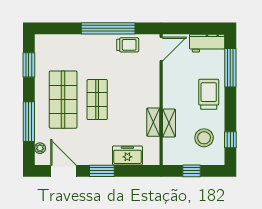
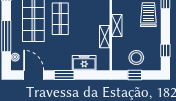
shelving: (169, 123) -> (117, 26), moved
stool: (204, 138) -> (136, 58), moved

